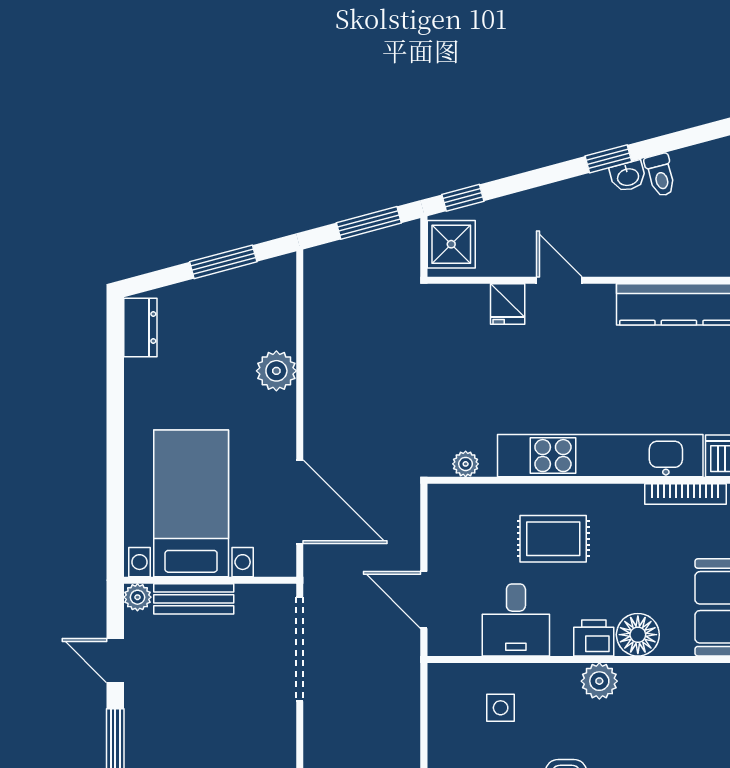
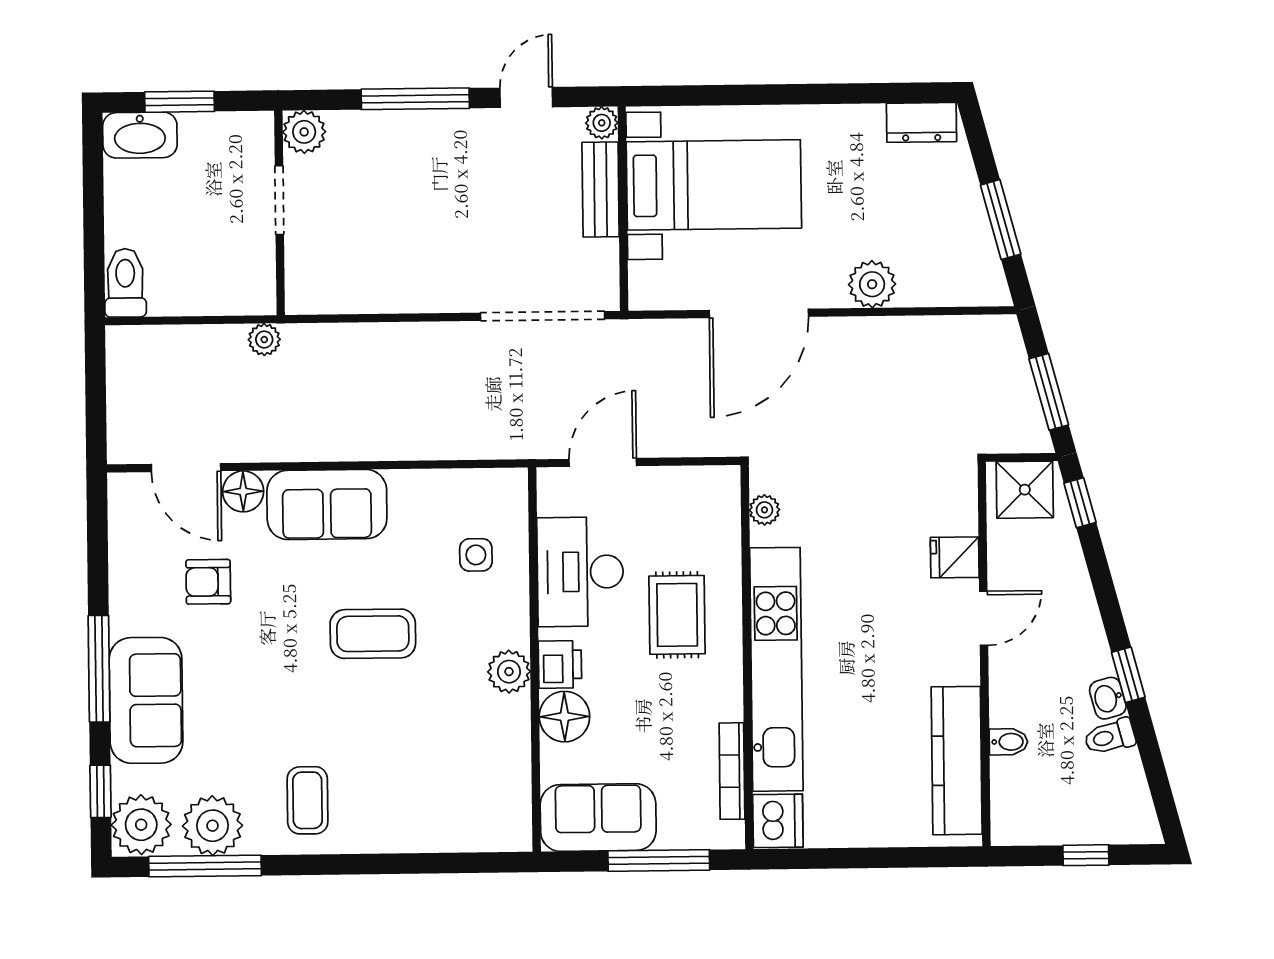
bidet: (664, 261) -> (1008, 742), added
door: (300, 502) -> (759, 313), moved
desk: (516, 620) -> (580, 572), width x1.37

